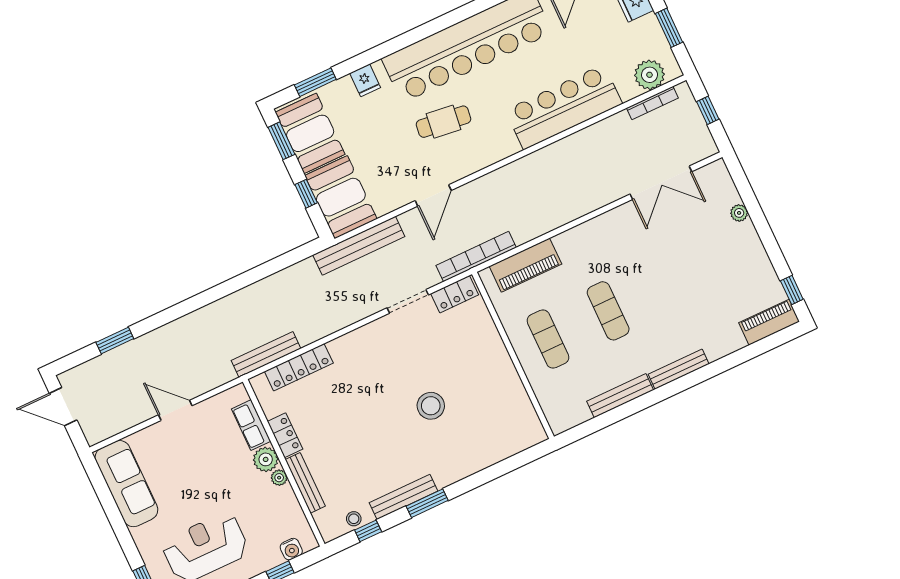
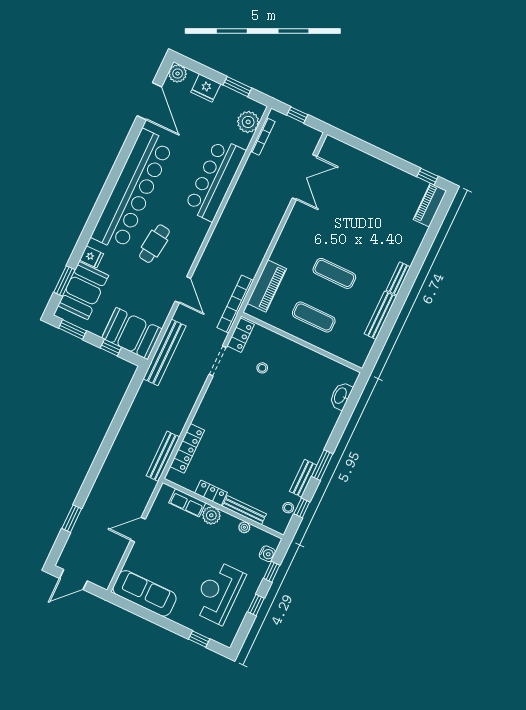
booth: (310, 133) -> (83, 291), moved, turned 90
plant: (739, 213) -> (362, 158), removed
bench: (679, 369) -> (398, 279), width x0.73
stool: (431, 406) -> (262, 368), moved, width x0.53, depth x0.53
washbasin: (508, 446) -> (341, 396), added
plant: (279, 478) -> (244, 527), moved
bench: (403, 497) -> (303, 478), width x0.73

